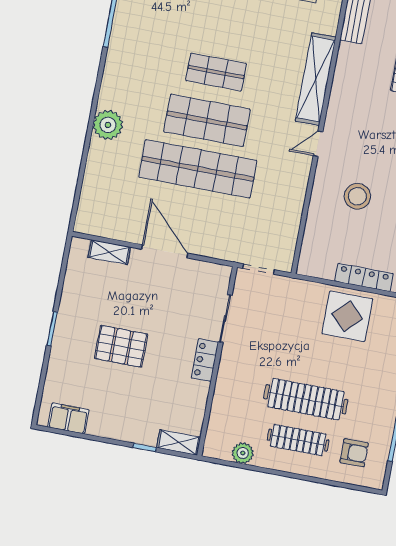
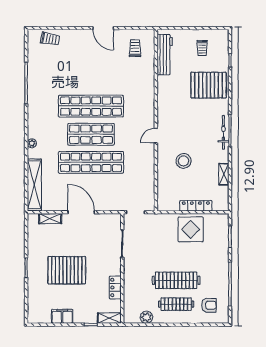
shop shelf: (216, 72) -> (91, 106), width x2.00, depth x1.36
shelving: (316, 79) -> (34, 185), moved
plant: (108, 125) -> (32, 143), width x0.53, depth x0.53
pallet: (121, 346) -> (67, 270), width x1.37, depth x1.41
locker: (205, 360) -> (115, 287), moved
filing cabinet: (68, 418) -> (62, 316), moved

